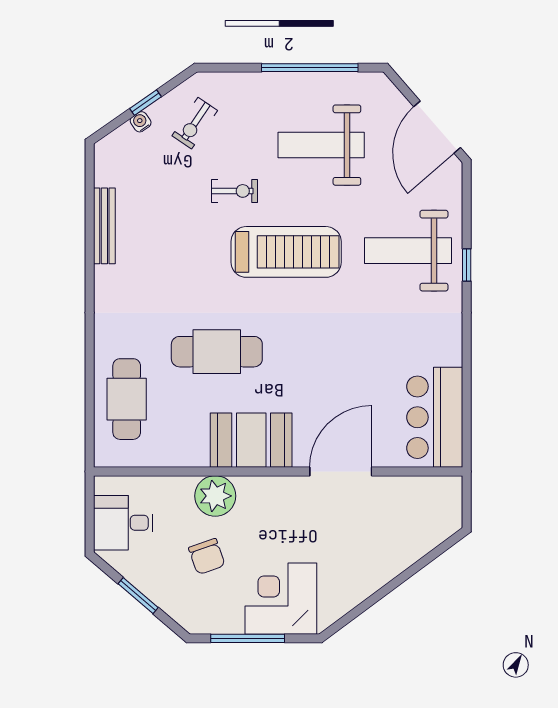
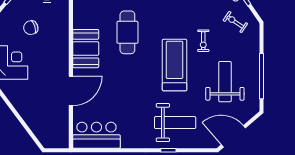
weight bench: (408, 251) -> (175, 123), turned 90
treadmill: (286, 252) -> (175, 65), turned 180
door: (341, 471) -> (71, 91), hinge flipped
plant: (215, 496) -> (59, 32), removed

